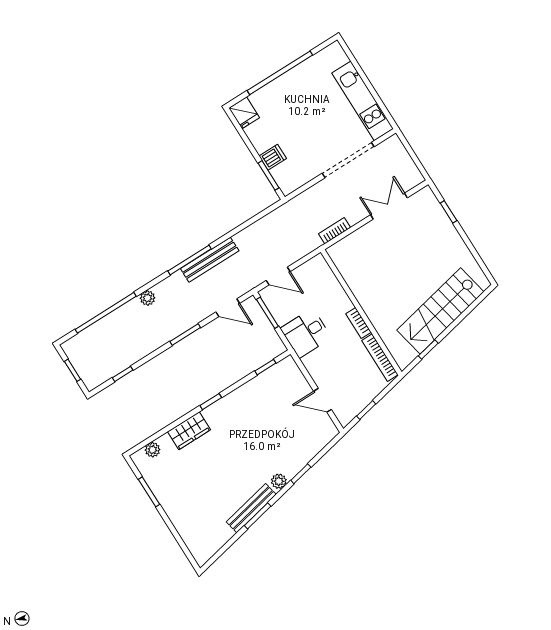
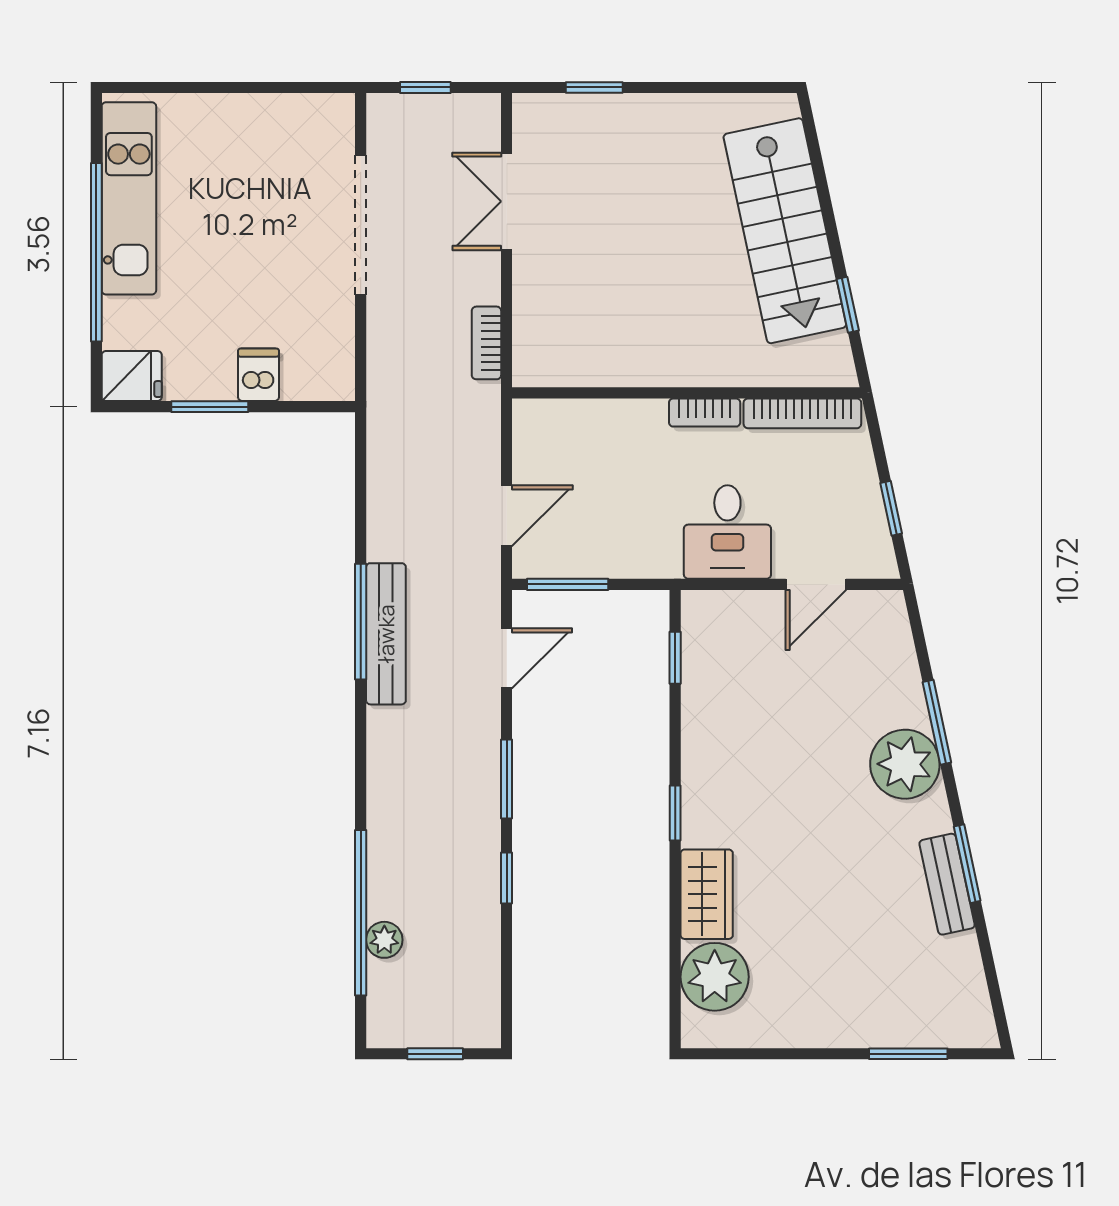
kitchen unit: (363, 101) -> (129, 198), moved, turned -90
window: (411, 152) -> (425, 87), added
window: (269, 175) -> (210, 407), moved
window: (190, 260) -> (361, 622), moved
plant: (148, 298) -> (384, 940), moved
desk: (306, 333) -> (727, 532), moved
window: (123, 374) -> (507, 878), moved
plant: (153, 450) -> (715, 977), width x1.87, depth x1.87
window: (301, 474) -> (937, 722), width x1.50
plant: (279, 481) -> (905, 764), width x1.88, depth x1.88
window: (149, 492) -> (908, 1054), moved
bench: (251, 508) -> (947, 884), width x0.73

